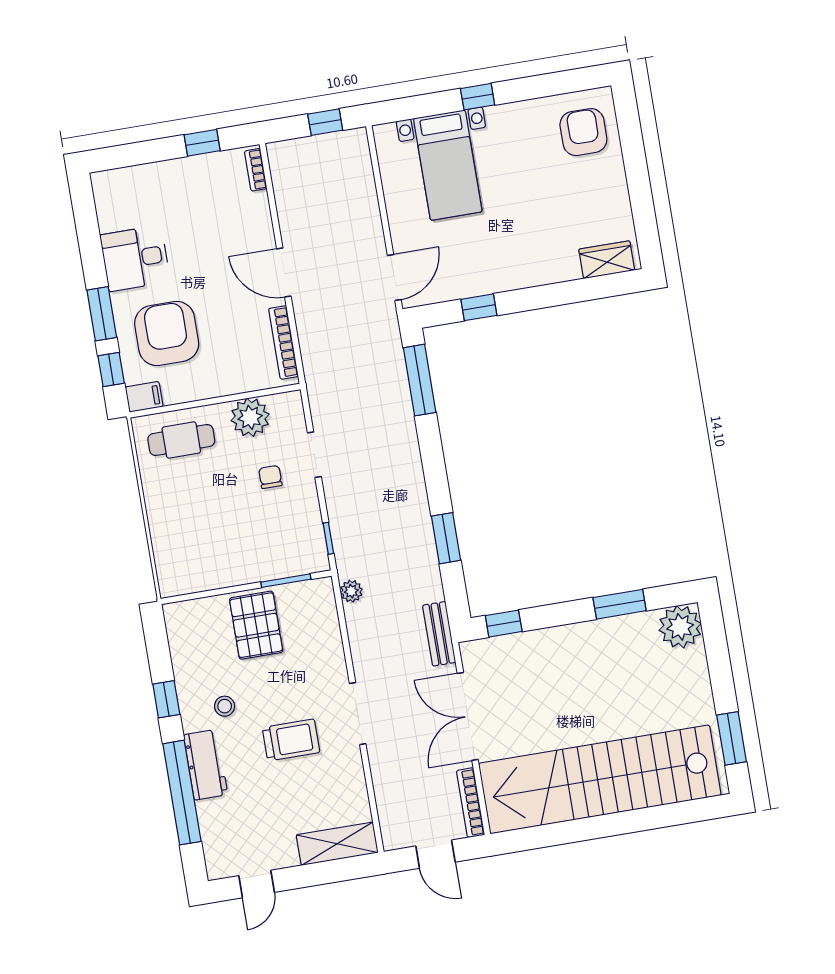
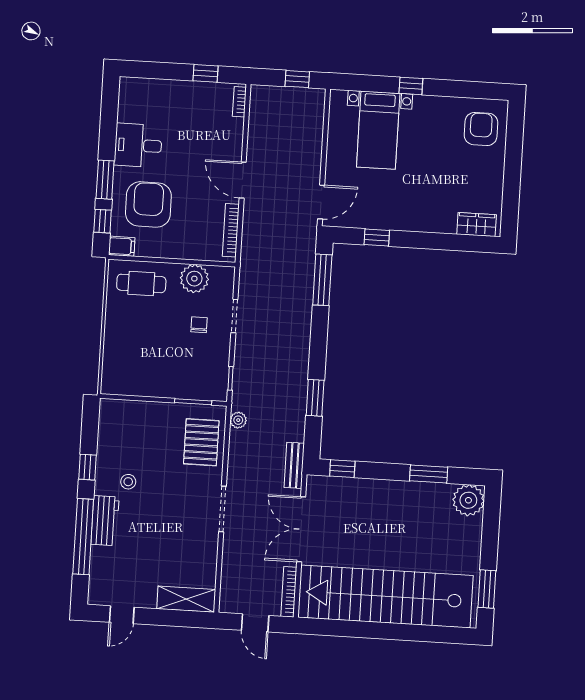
pallet: (256, 625) -> (201, 442), moved
trolley: (291, 740) -> (170, 517), removed

